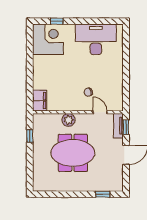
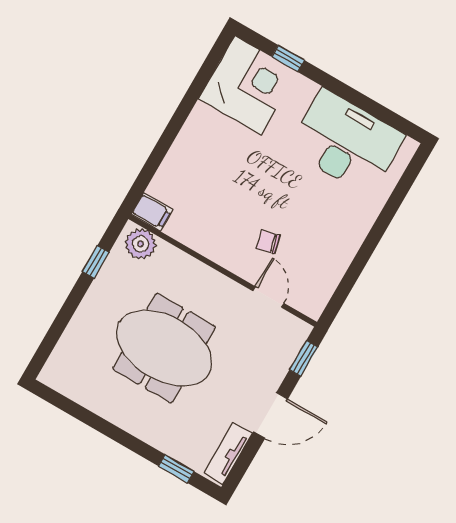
filing cabinet: (40, 101) -> (152, 212), width x0.50
plant: (69, 120) -> (141, 244), moved
tv unit: (118, 126) -> (228, 453), moved

